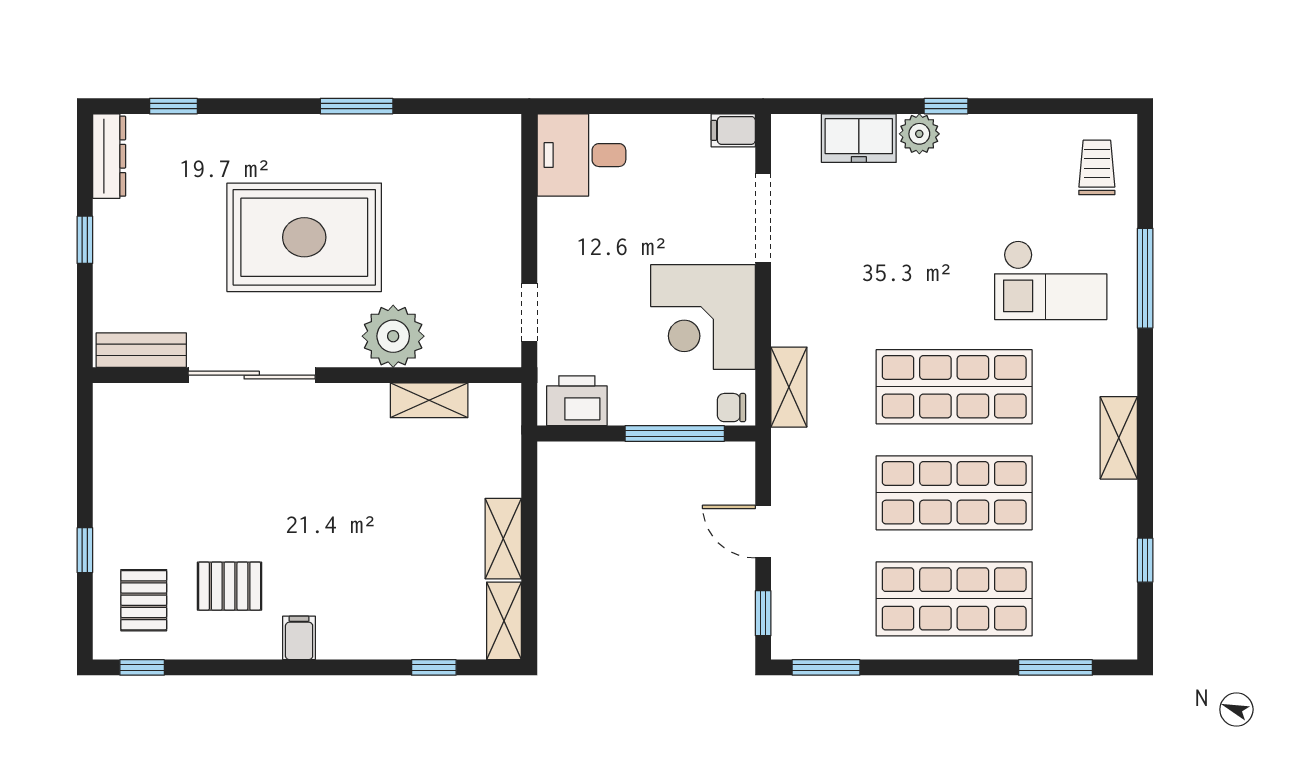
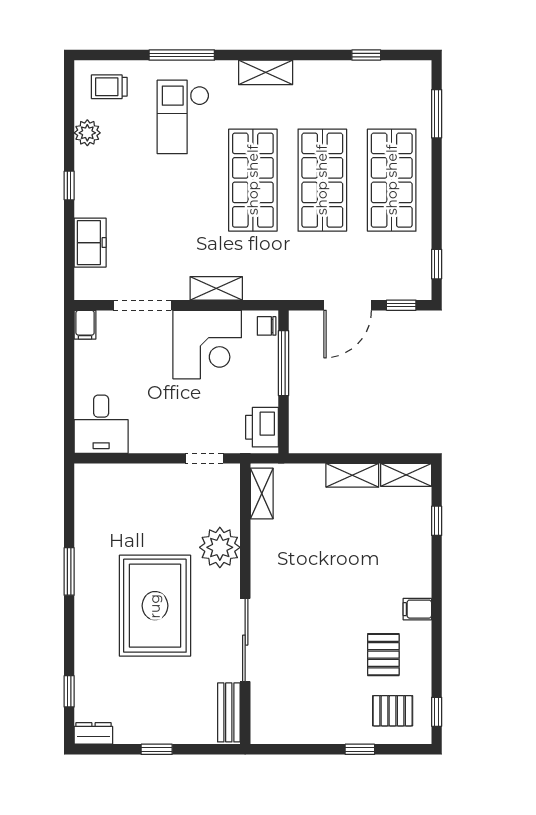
plant: (919, 134) -> (87, 133), moved
dresser: (109, 156) -> (93, 733), width x0.70
checkout: (1051, 280) -> (183, 117), turned 180
shelving: (789, 387) -> (216, 288), moved
shelving: (429, 400) -> (262, 493), moved
chair: (731, 408) -> (267, 326), turned 90
shelving: (1119, 438) -> (266, 72), moved
door: (763, 532) -> (348, 305), width x1.38
window: (826, 667) -> (437, 264), width x0.67

